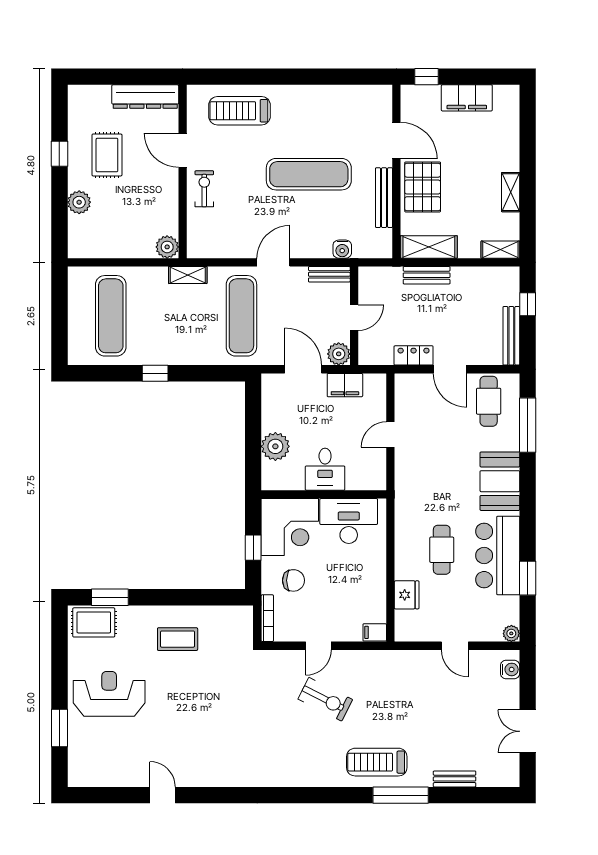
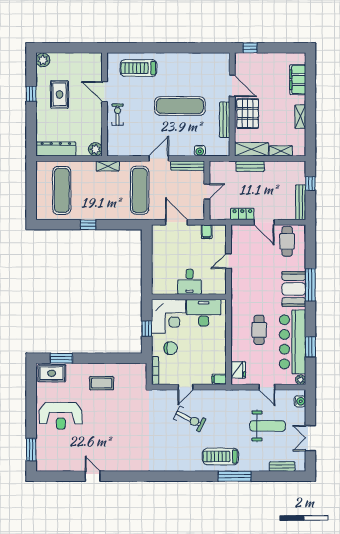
dresser: (145, 97) -> (56, 149), moved, turned 180
filing cabinet: (467, 98) -> (298, 80), moved, turned 90
plant: (79, 202) -> (43, 60), moved
shelving: (500, 250) -> (281, 151), moved
bench: (329, 274) -> (188, 166), width x1.36
plant: (339, 354) -> (198, 213), removed
filing cabinet: (345, 385) -> (207, 232), width x0.50
window: (528, 425) -> (310, 285), moved
plant: (275, 446) -> (160, 268), removed
bar counter: (498, 555) -> (292, 342), width x1.36
fridge: (407, 595) -> (238, 370), moved
reception desk: (109, 694) -> (61, 416), turned 180
weight bench: (456, 711) -> (268, 426), added
window: (59, 728) -> (31, 450), moved
bench: (455, 779) -> (282, 467), moved

